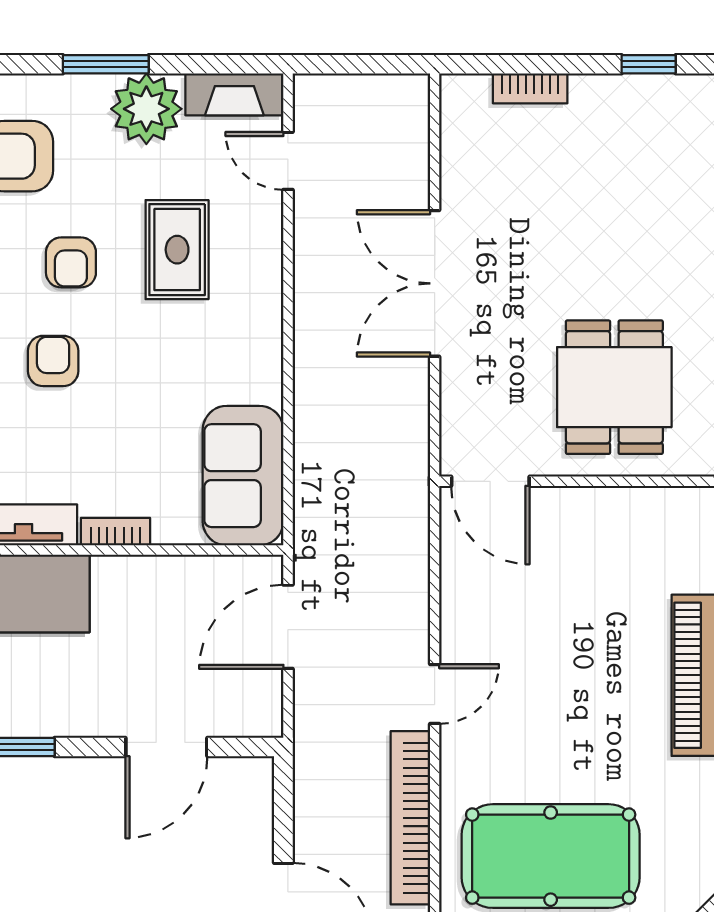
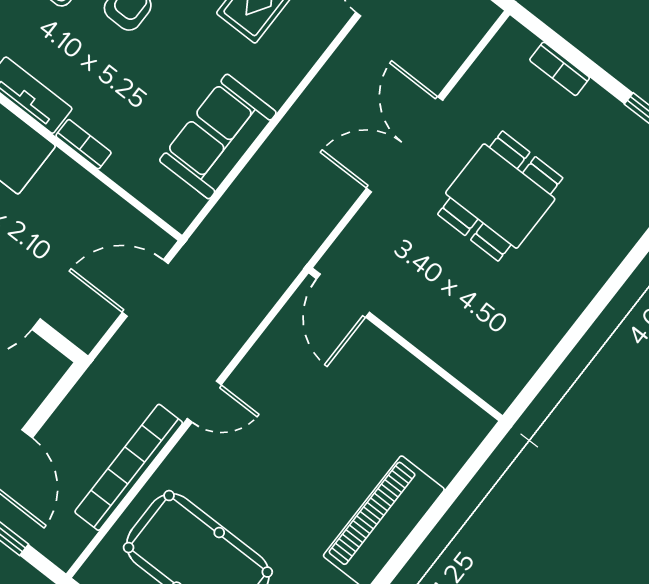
dining table: (614, 387) -> (500, 196), moved
sofa: (243, 476) -> (218, 137), moved

